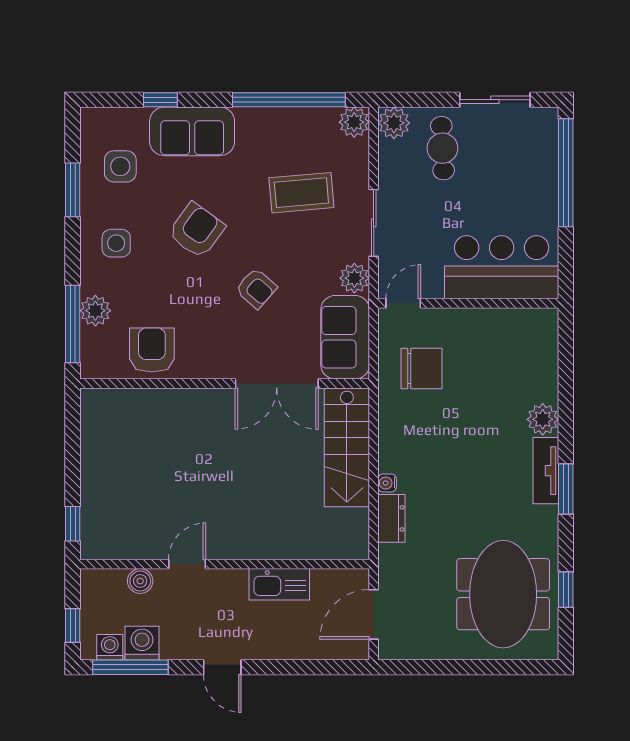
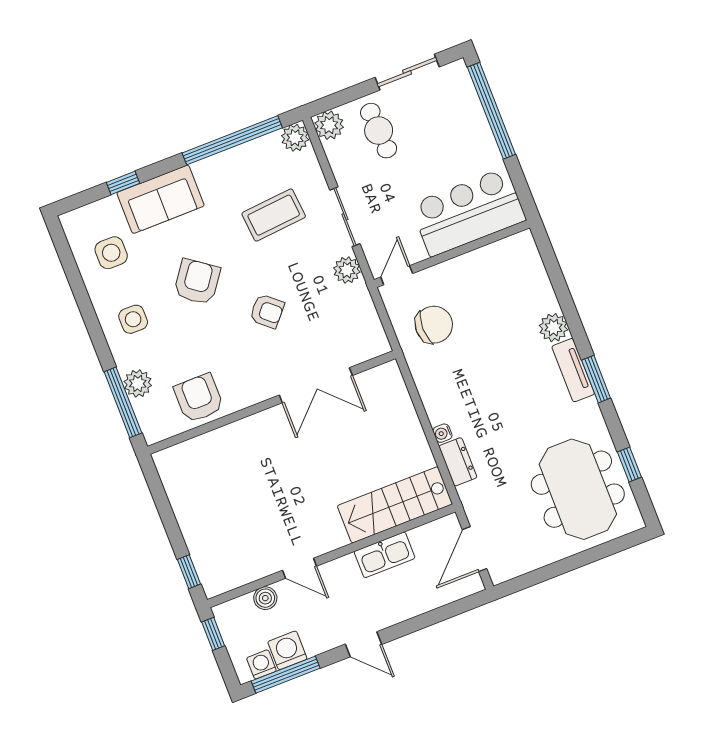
window: (73, 190) -> (79, 288), removed
sofa: (345, 337) -> (359, 323), removed
stairs: (347, 447) -> (395, 505), moved, turned 90
door: (187, 564) -> (299, 568), swing flipped
window: (73, 625) -> (213, 634), moved

